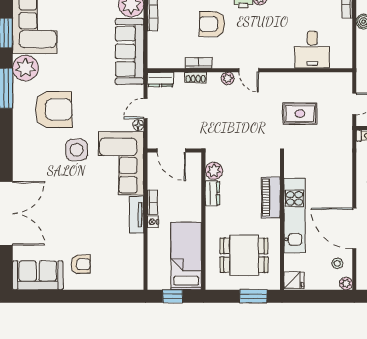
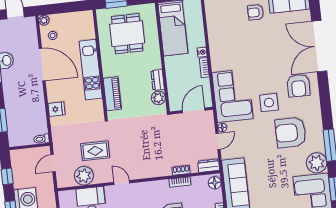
floor lamp: (155, 57) -> (215, 183), added
door: (249, 70) -> (122, 183), moved
plant: (228, 78) -> (84, 176), moved, width x1.87, depth x1.87
door: (172, 150) -> (194, 110), hinge flipped
armchair: (37, 167) -> (298, 86), added
piano: (271, 198) -> (112, 94), moved
tv unit: (137, 215) -> (216, 56), removed
dining table: (244, 255) -> (127, 34), turned 90
fridge: (294, 280) -> (57, 109), moved, turned 180

